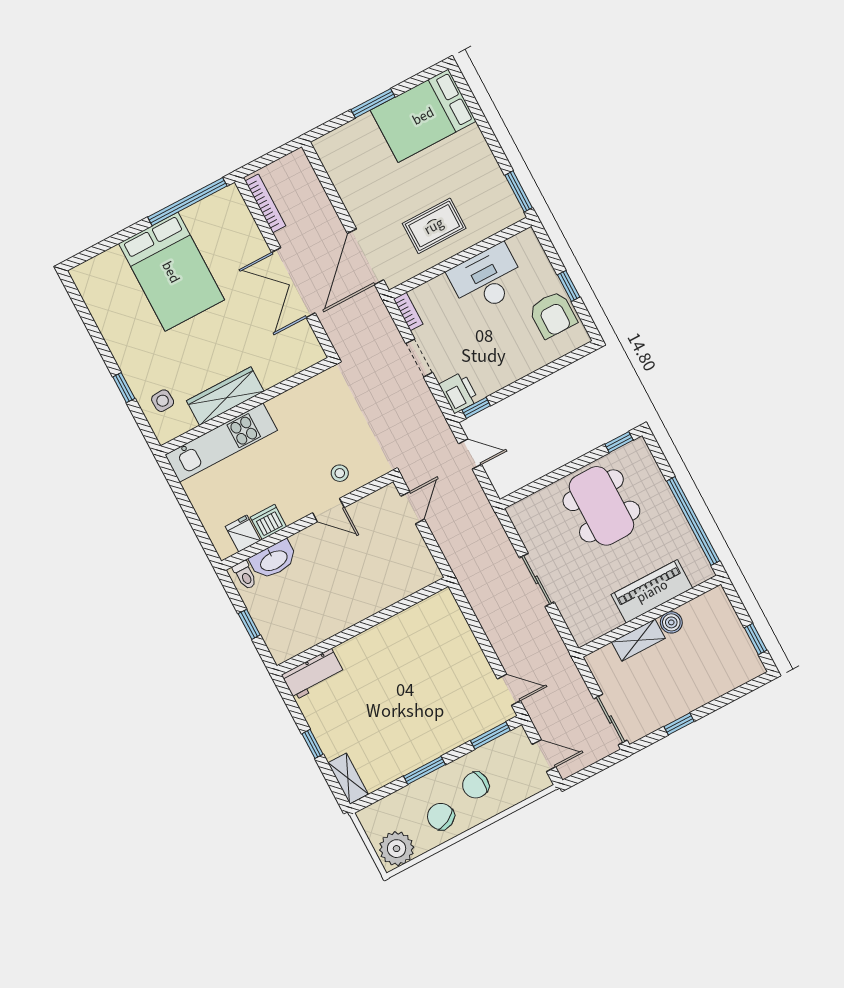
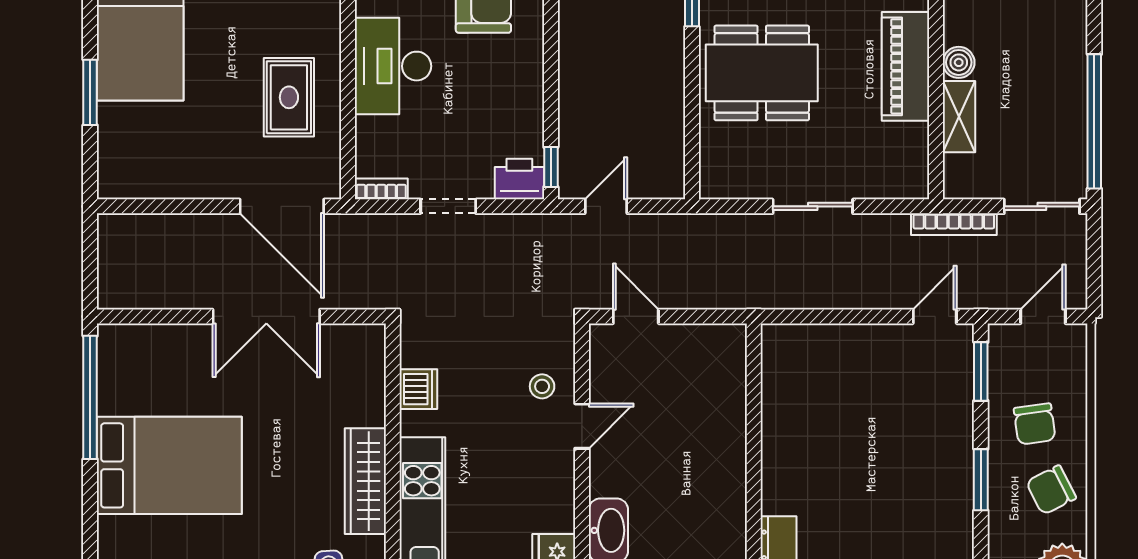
bookcase: (265, 203) -> (954, 224), moved, turned 180
dishwasher: (268, 522) -> (418, 389), moved, turned 180
window: (679, 724) -> (1094, 121), width x3.17

